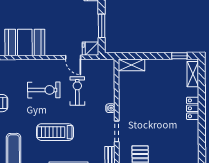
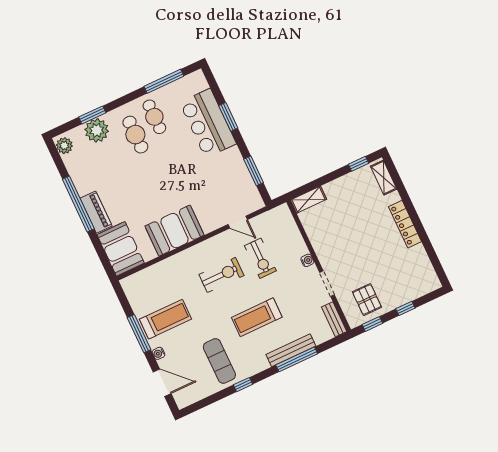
fridge: (90, 49) -> (253, 203), removed
exercise bike: (77, 91) -> (260, 258), turned 180
locker: (193, 108) -> (405, 224), width x1.53

